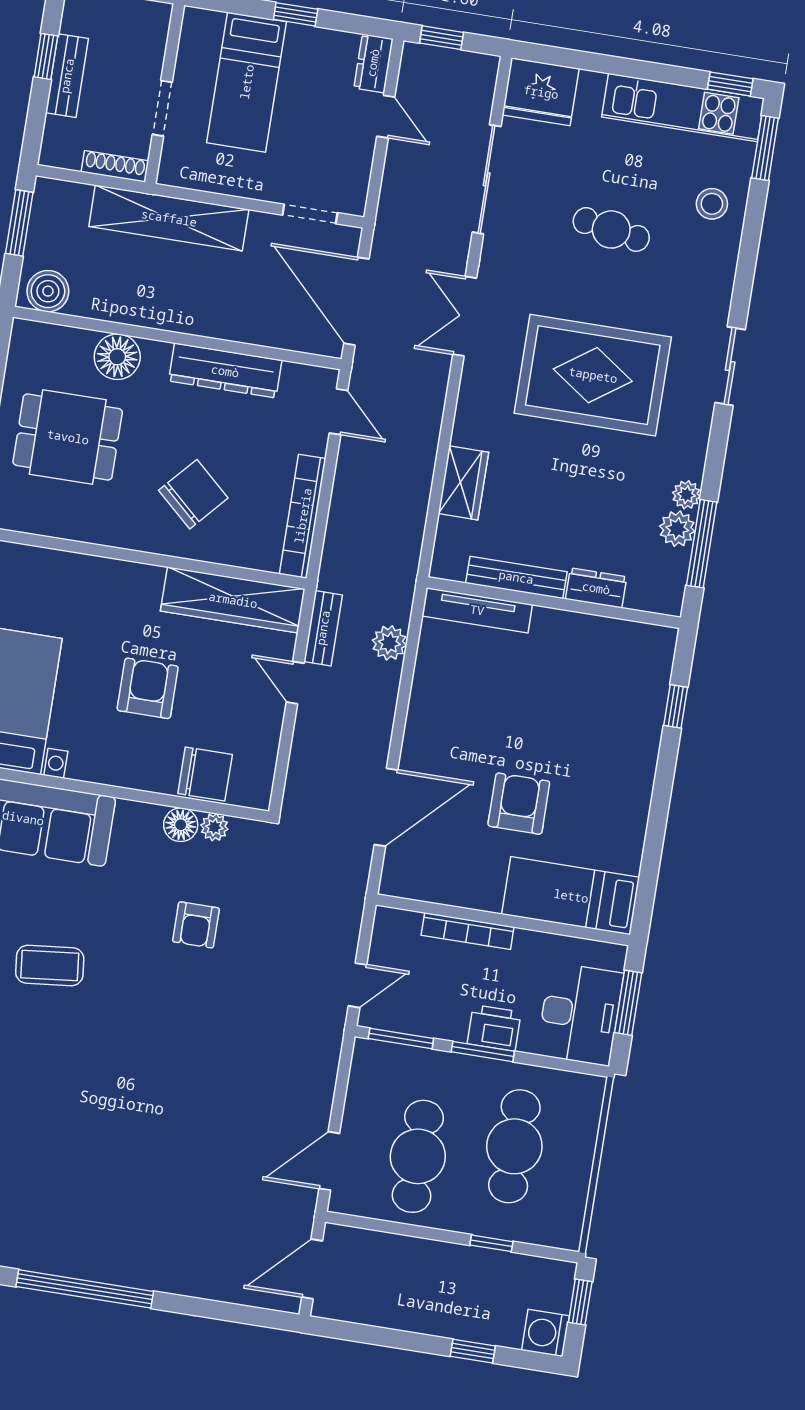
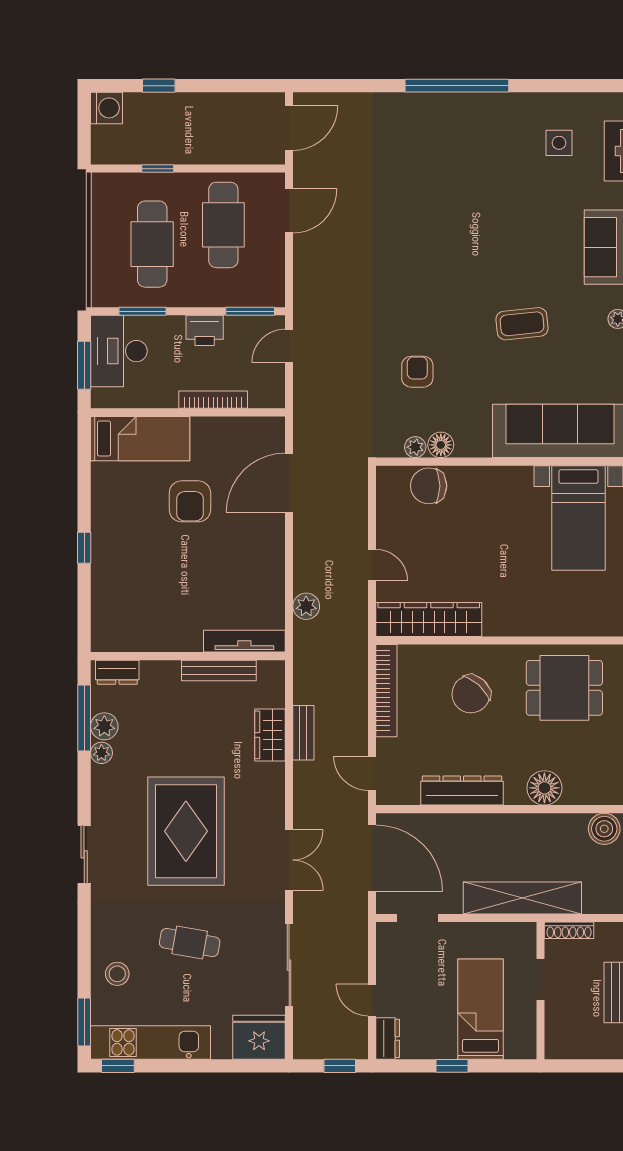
rug: (593, 375) -> (186, 831), turned 90
dining table: (68, 437) -> (564, 688), moved
dresser: (596, 588) -> (117, 672), moved
bench: (323, 628) -> (303, 733), moved
armchair: (148, 688) -> (482, 543), removed
window: (676, 706) -> (84, 548), moved
printer: (494, 1028) -> (205, 330), moved
window: (483, 1052) -> (143, 311), moved
window: (580, 1302) -> (84, 135), removed

